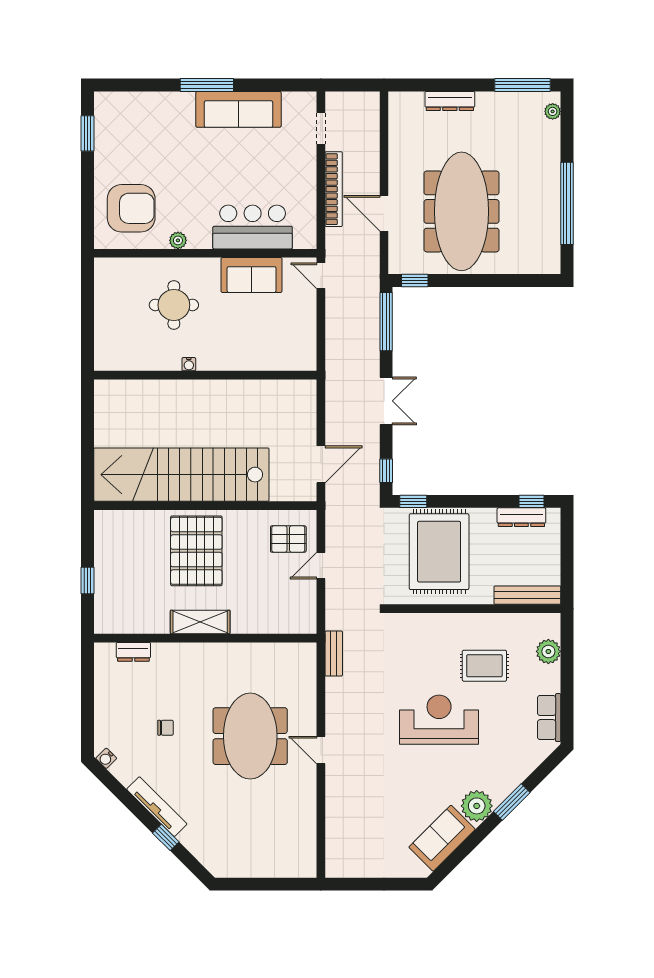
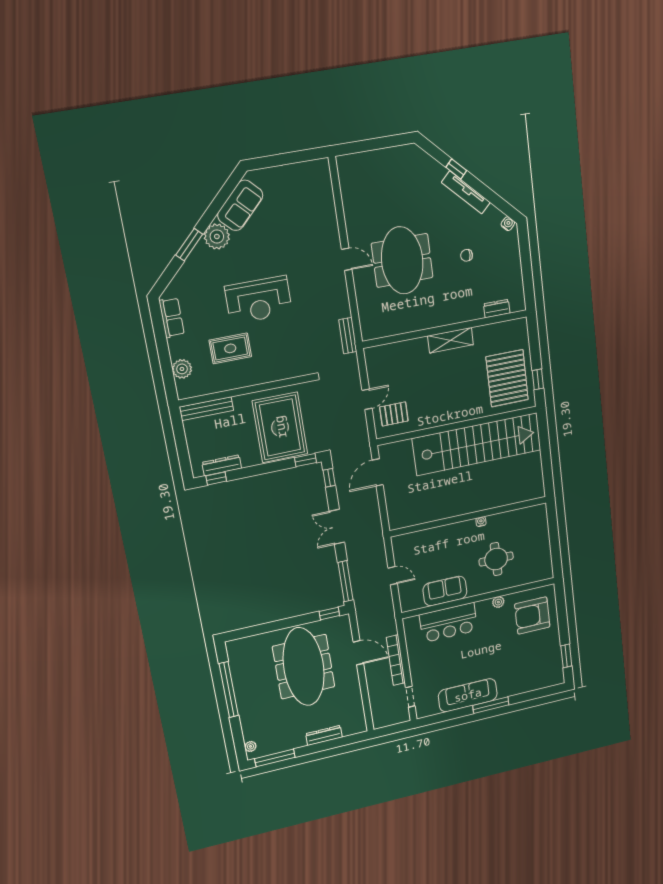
door: (321, 276) -> (393, 576), moved
pallet: (196, 551) -> (507, 378), moved
window: (87, 580) -> (538, 379), moved

